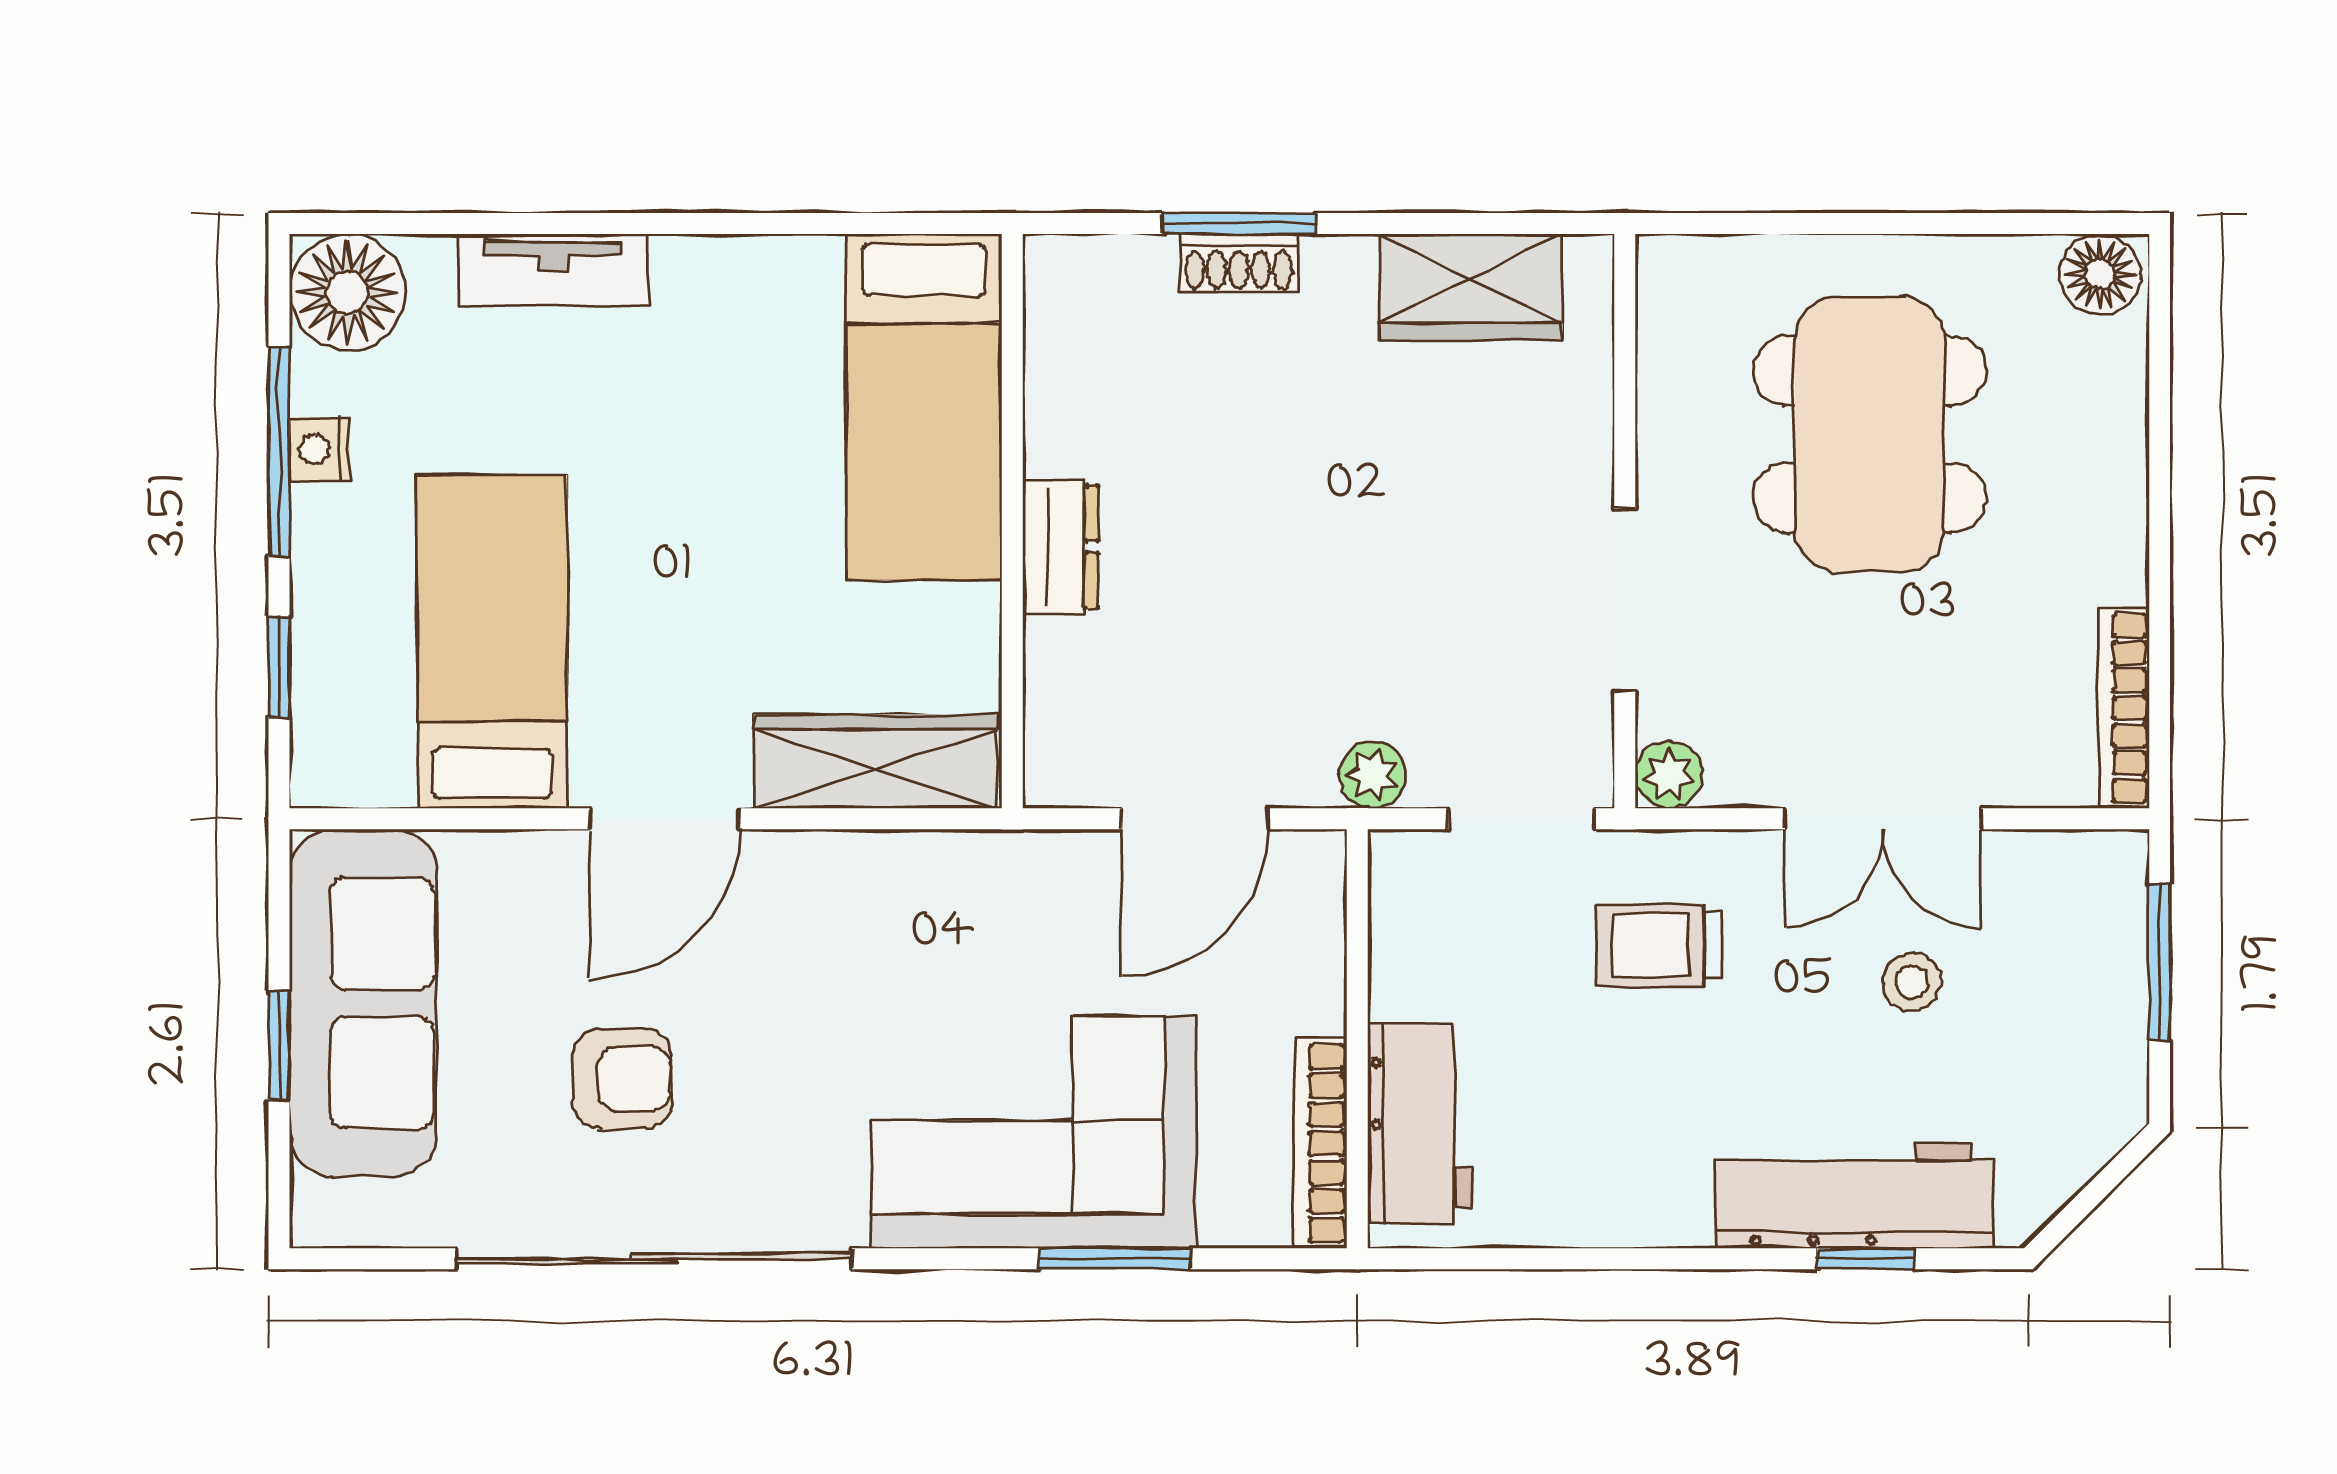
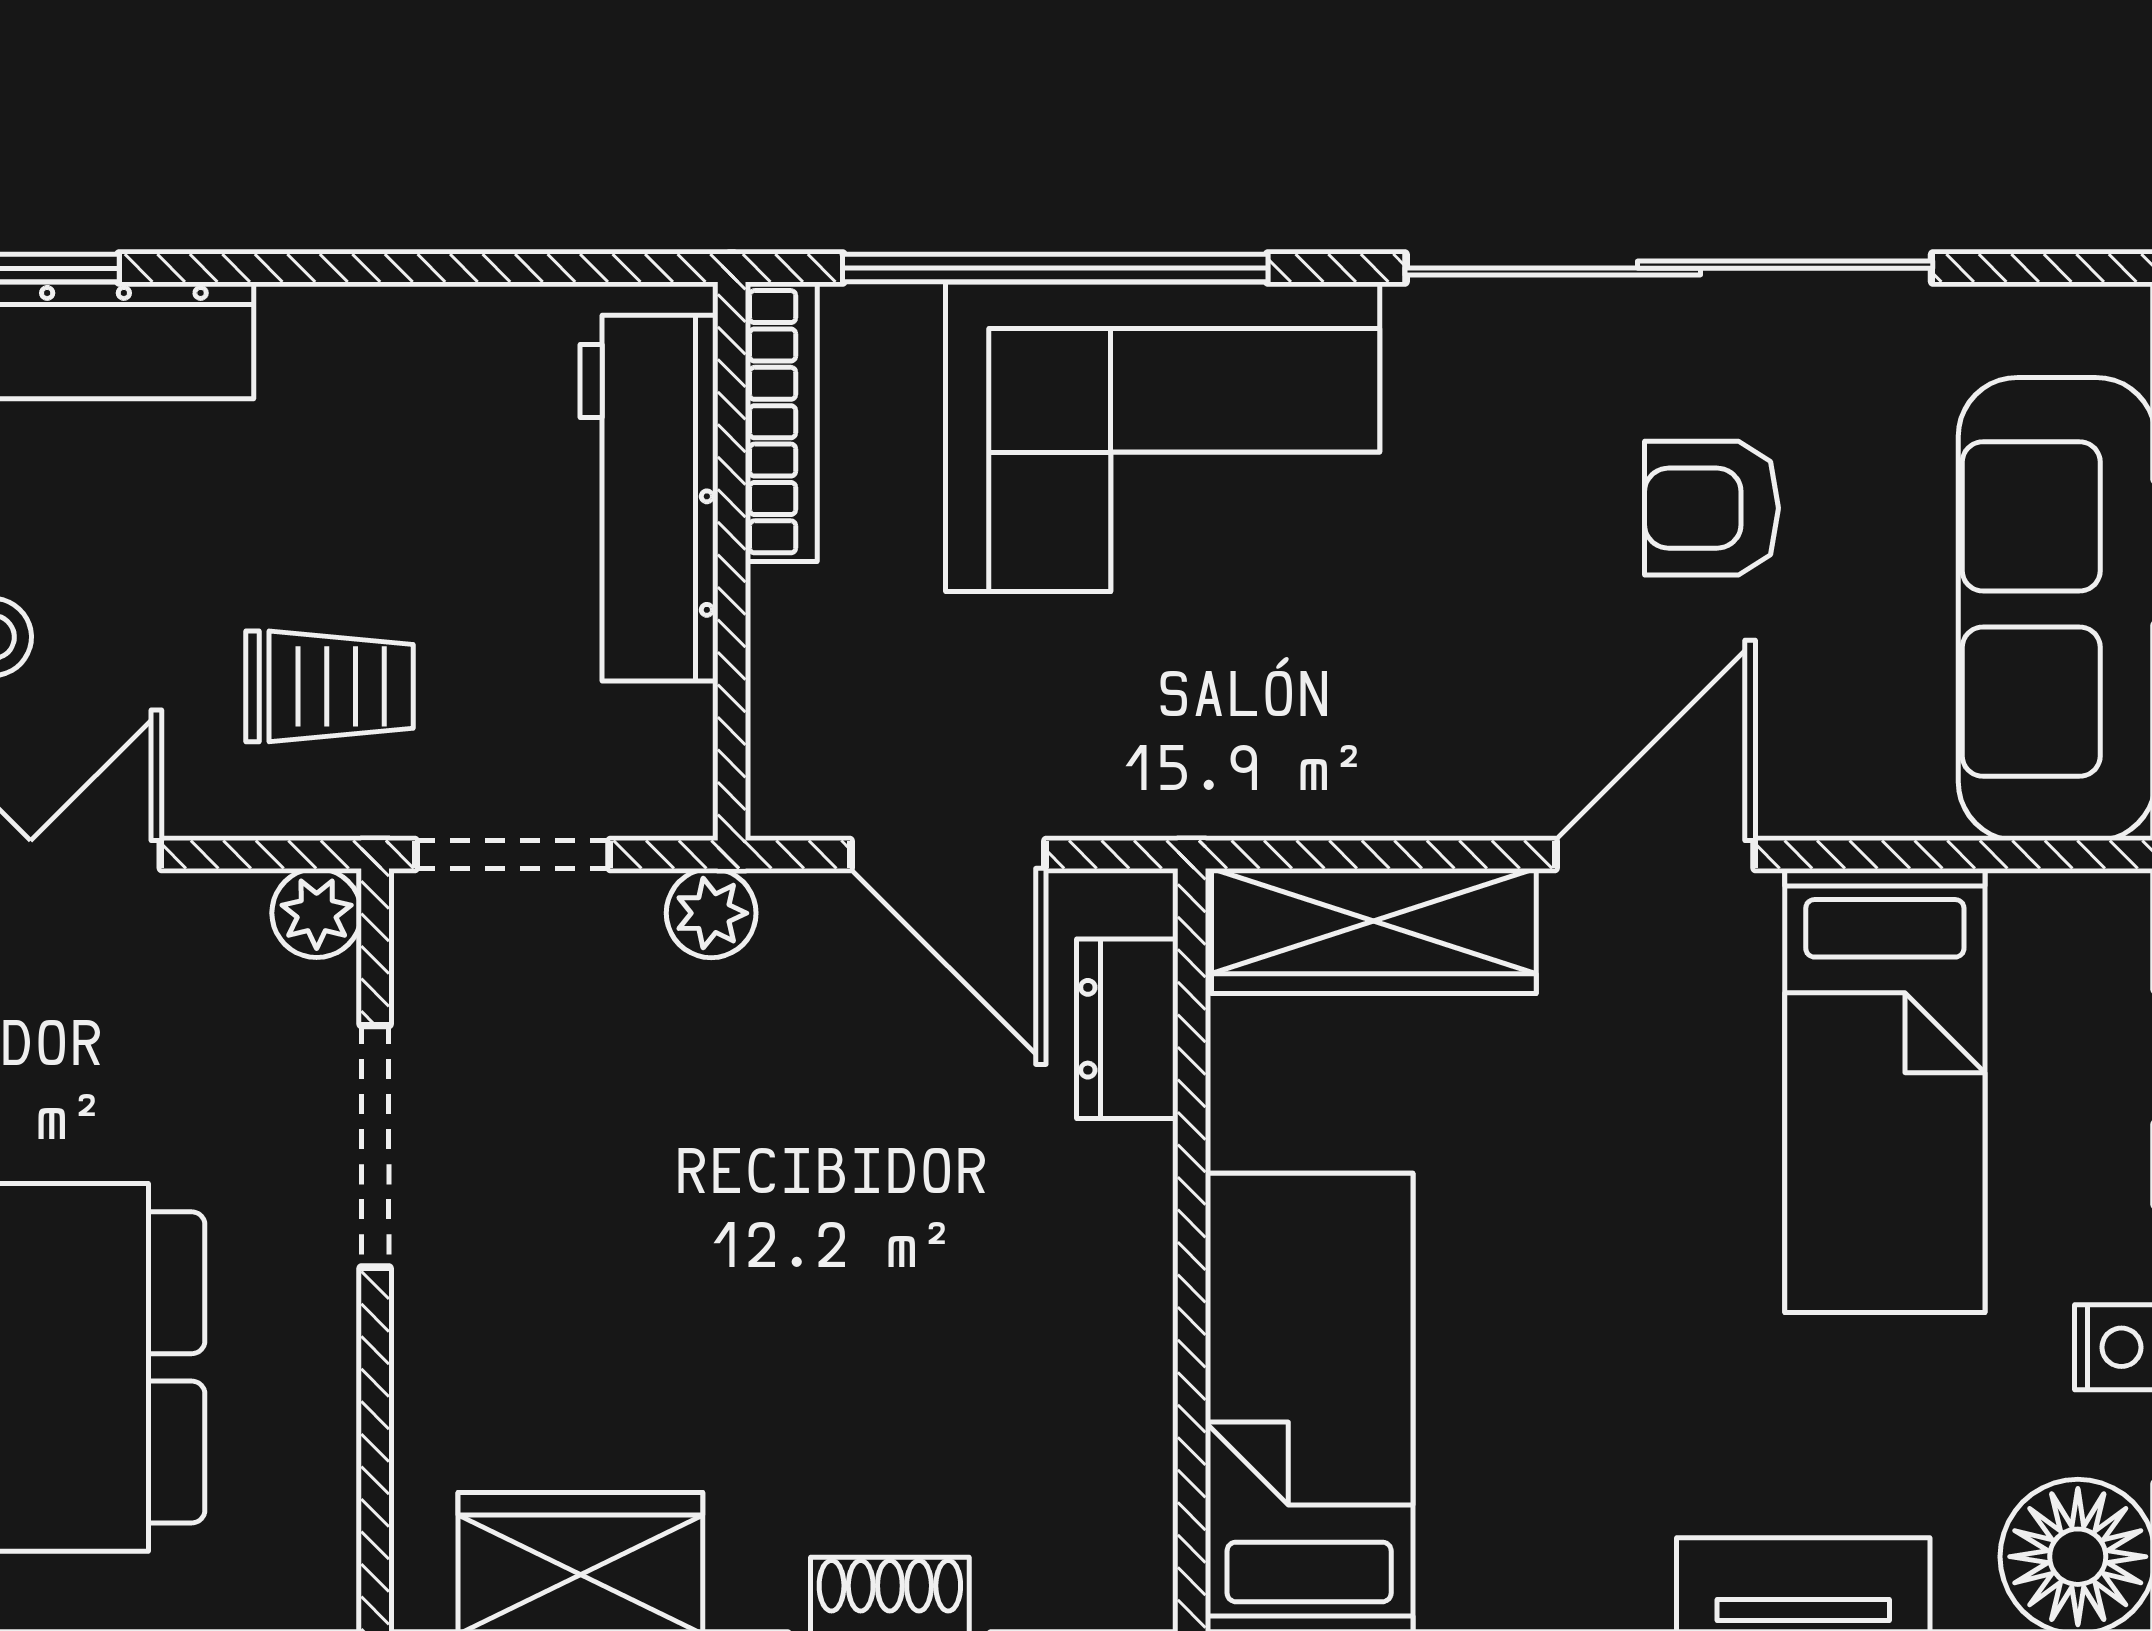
dresser: (1061, 547) -> (1127, 1029), moved
door: (1195, 819) -> (948, 855), swing flipped
workbench: (1419, 1124) -> (649, 498), width x1.37
window: (1115, 1259) -> (1055, 268), width x2.11

